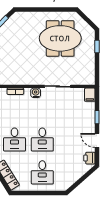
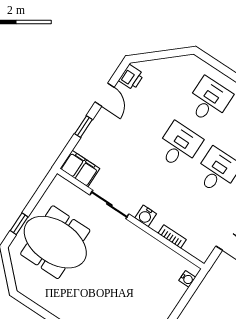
meeting table: (60, 38) -> (55, 242), moved
filing cabinet: (90, 95) -> (80, 169), width x2.00

